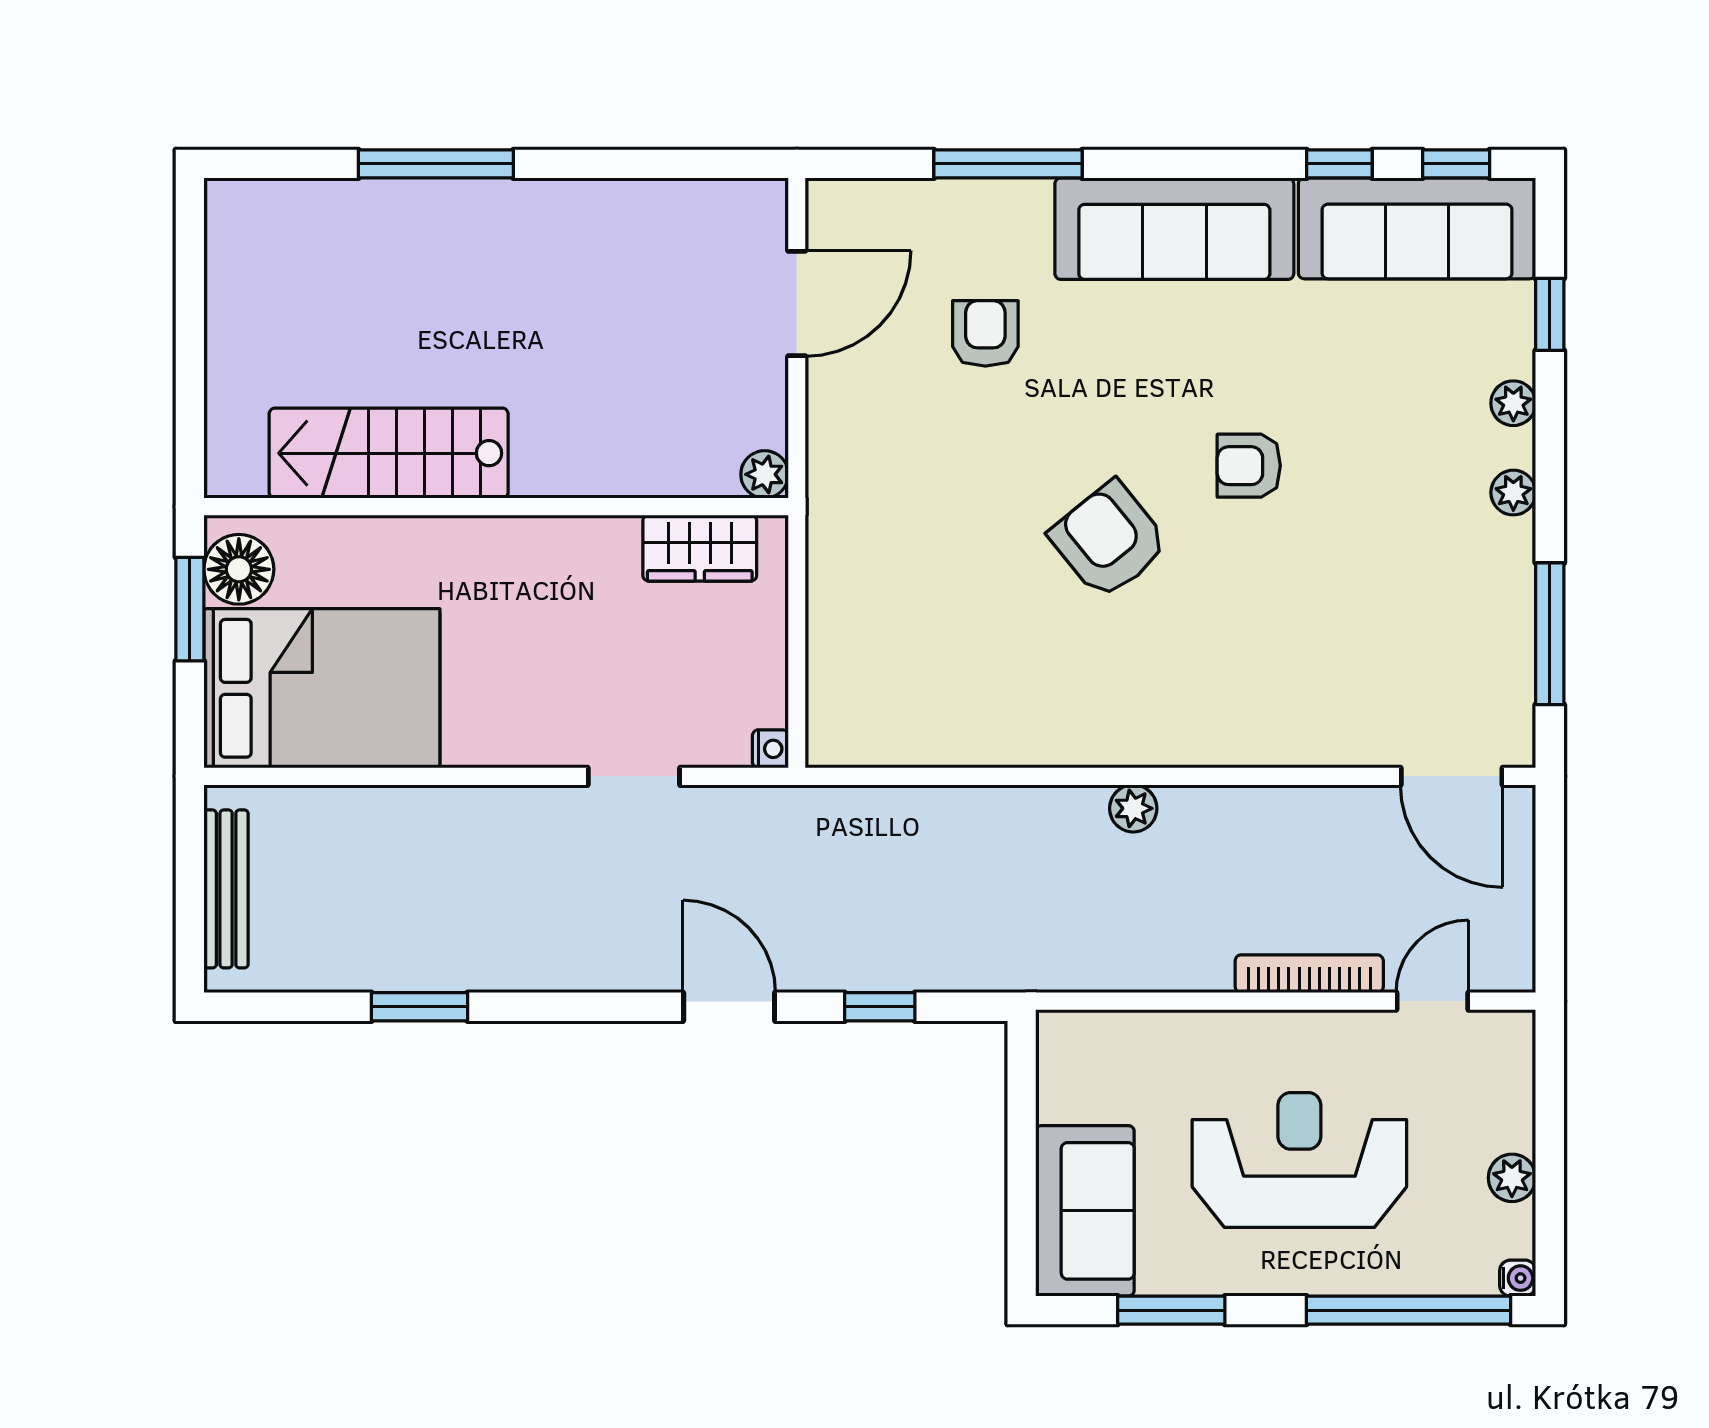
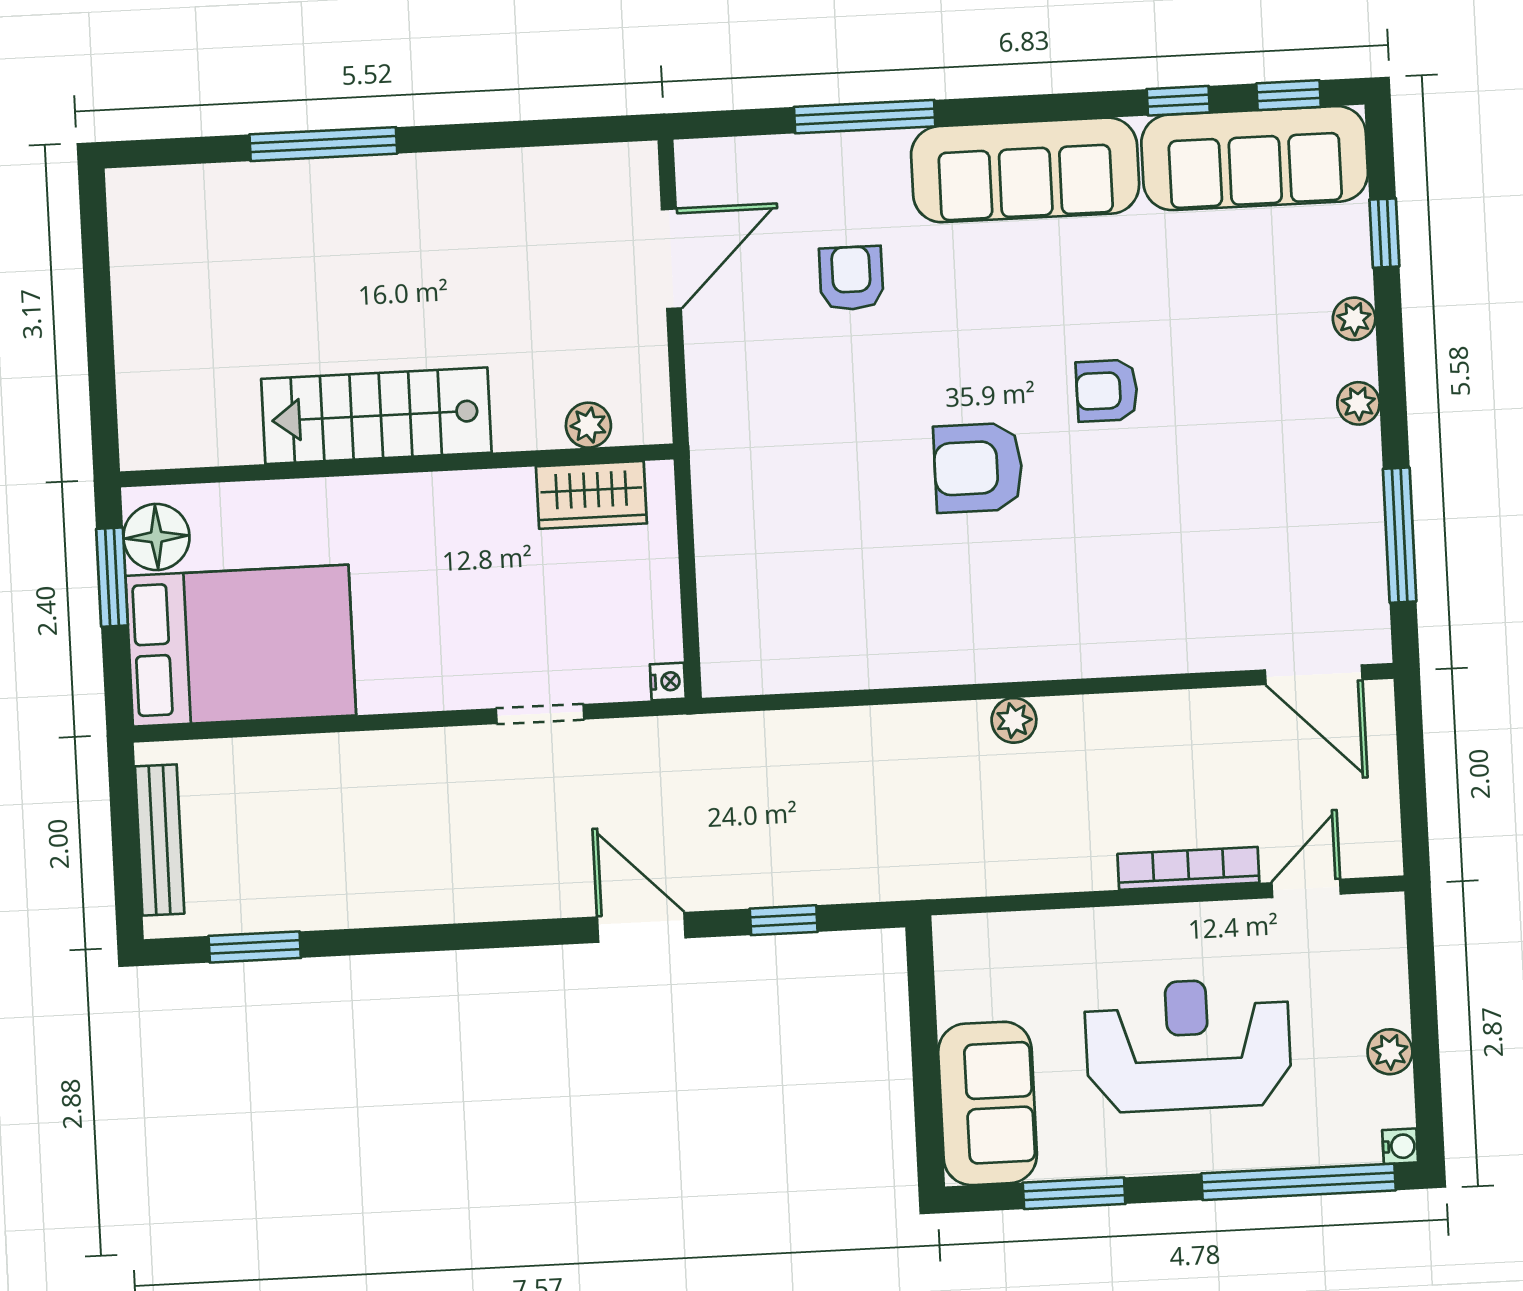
stairs: (389, 453) -> (376, 416), moved
plant: (765, 474) -> (588, 425), moved
armchair: (1109, 540) -> (978, 468), turned -51
window: (420, 1007) -> (255, 947), moved

